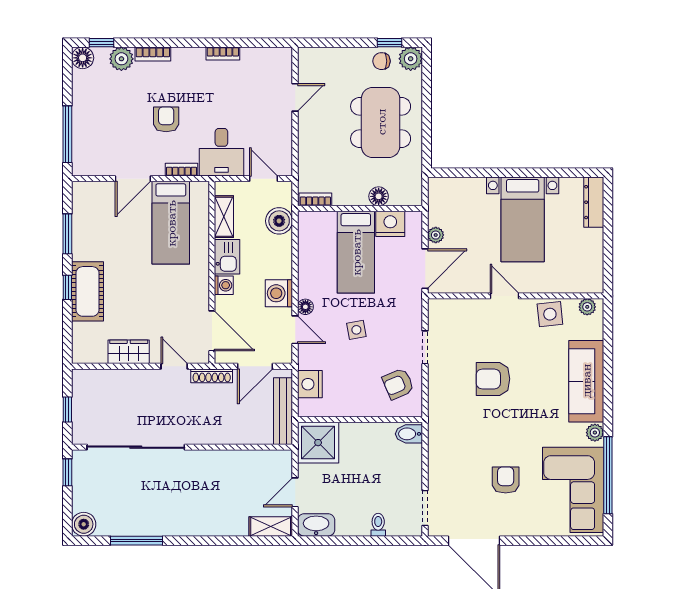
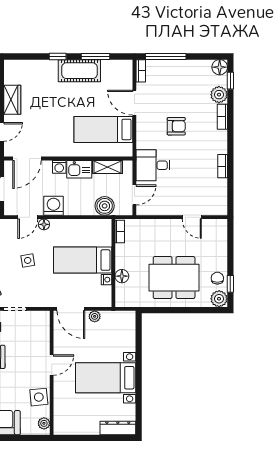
bookcase: (182, 170) -> (141, 71), moved
nightstand: (390, 224) -> (106, 280), width x0.53, depth x0.56
cot: (87, 291) -> (79, 71), moved

